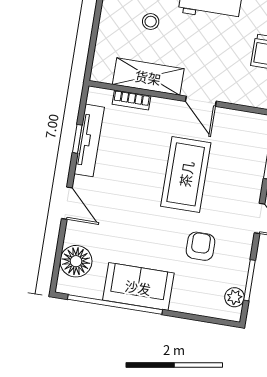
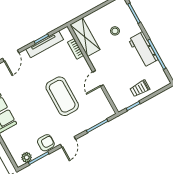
shelving: (148, 77) -> (85, 37), moved
coffee table: (186, 174) -> (62, 96), turned 90
armchair: (201, 246) -> (46, 143), moved

